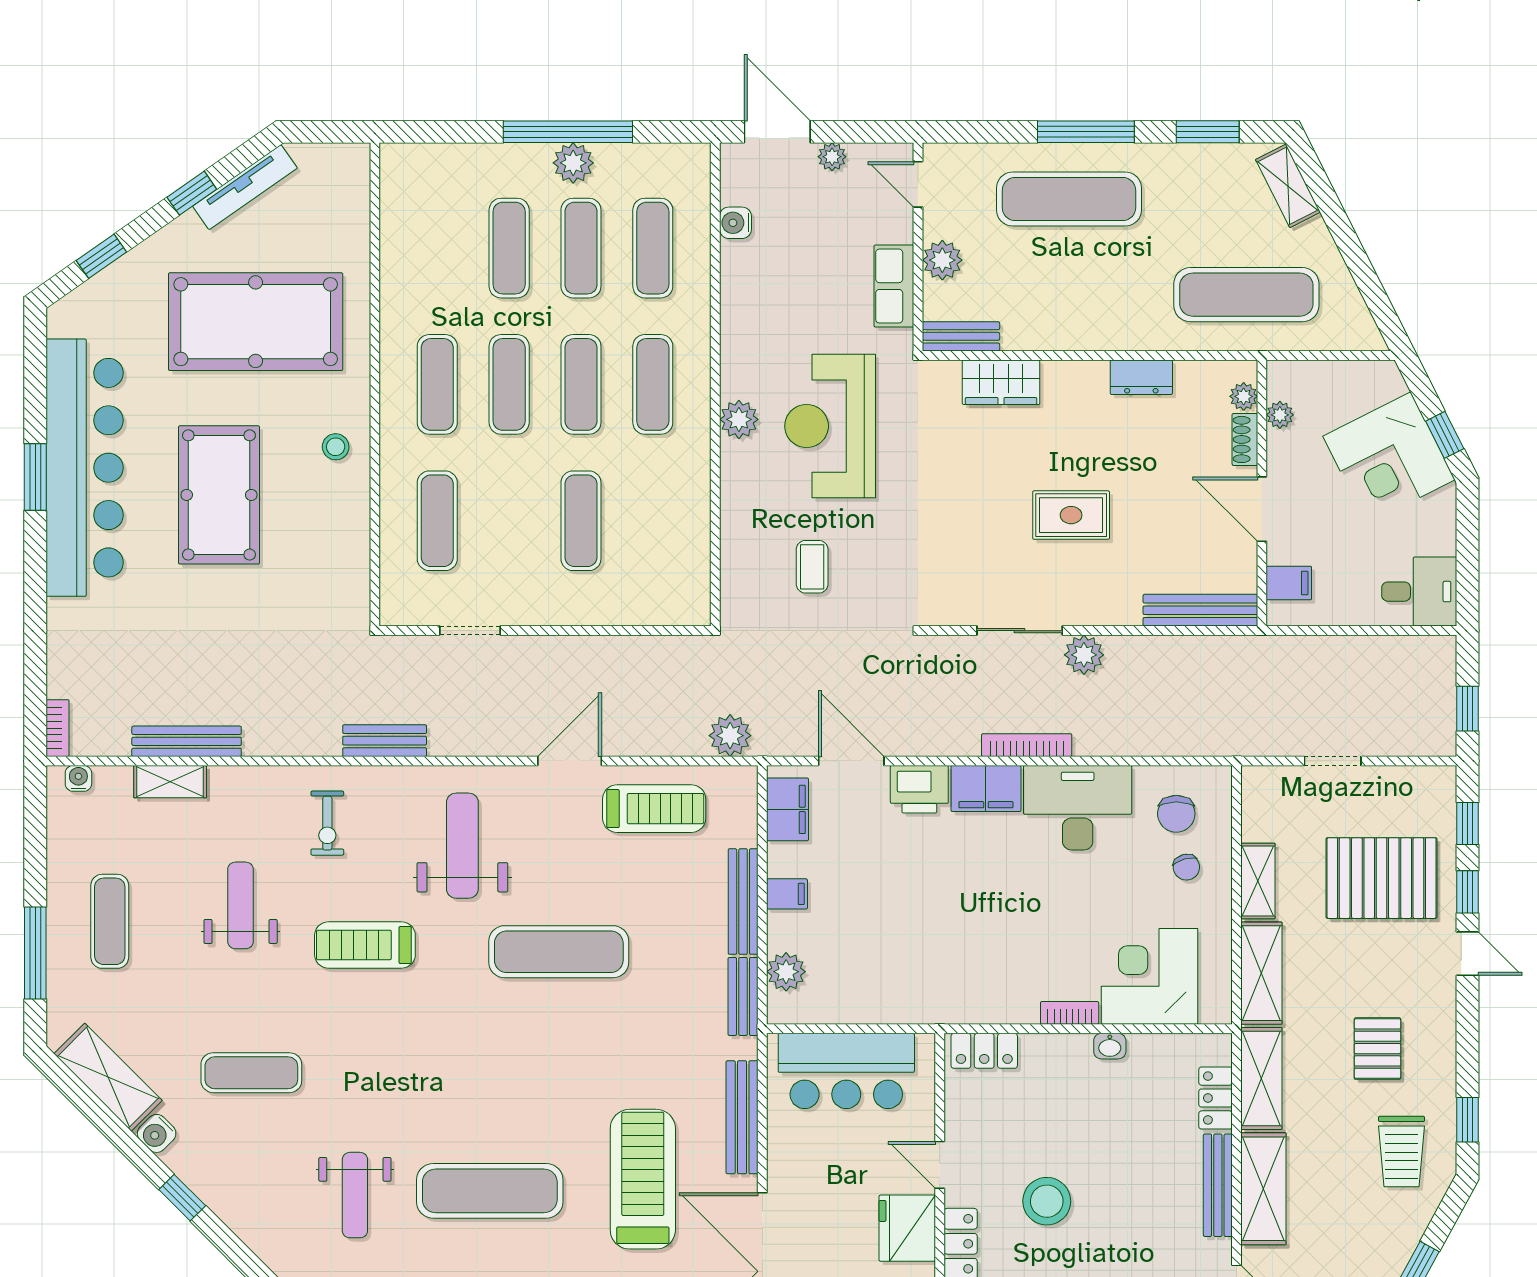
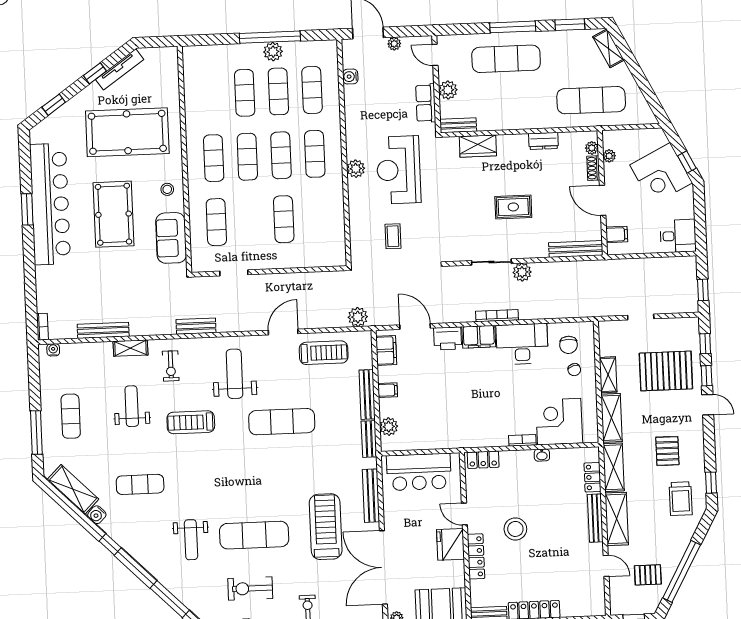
sofa: (339, 551) -> (171, 238), added
shelving: (170, 782) -> (130, 348), moved

